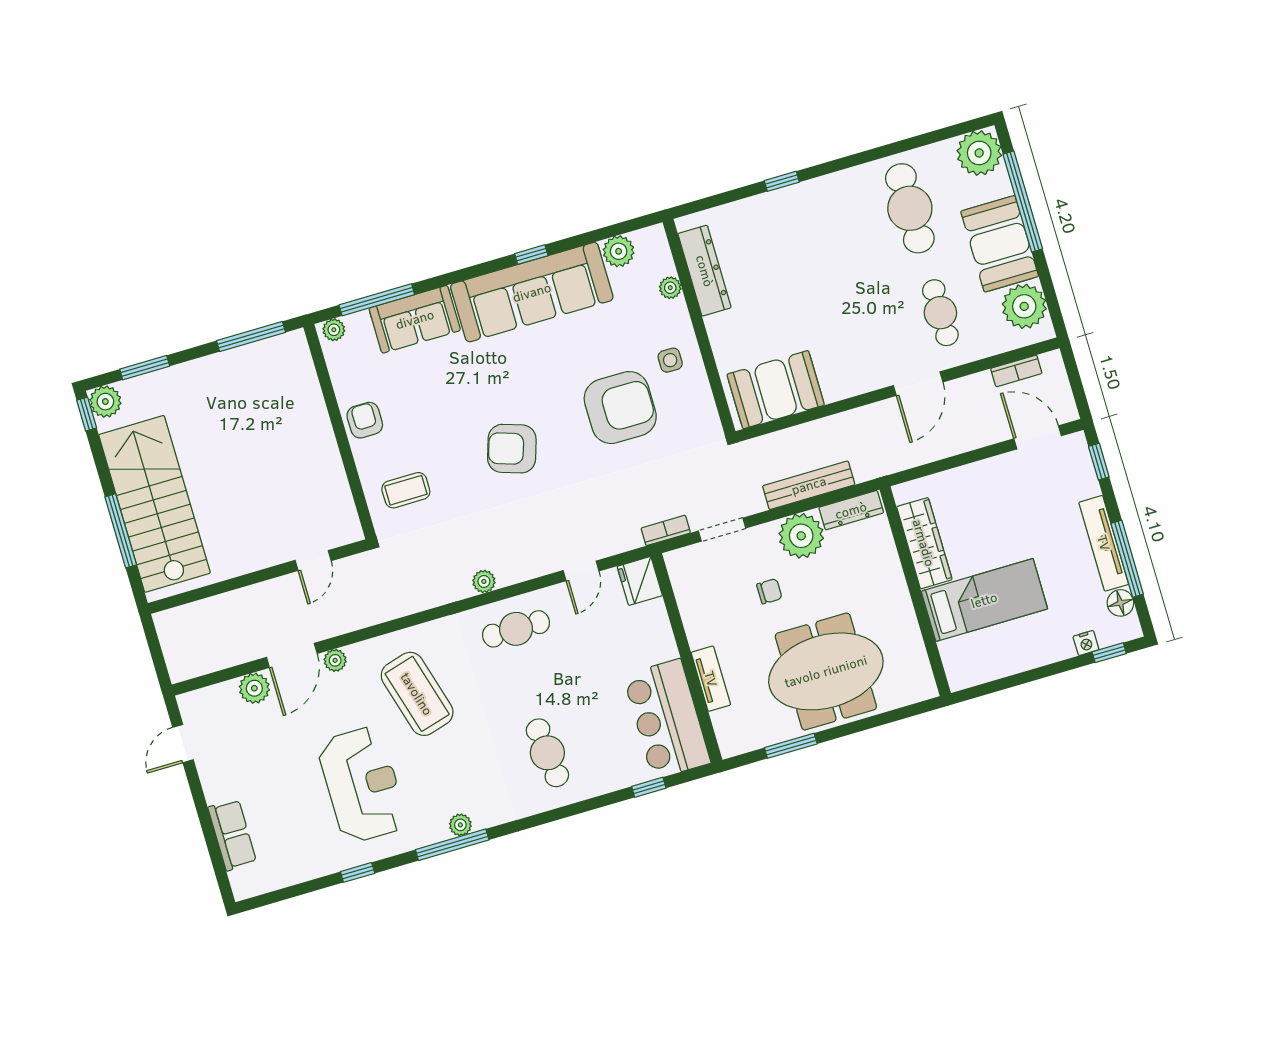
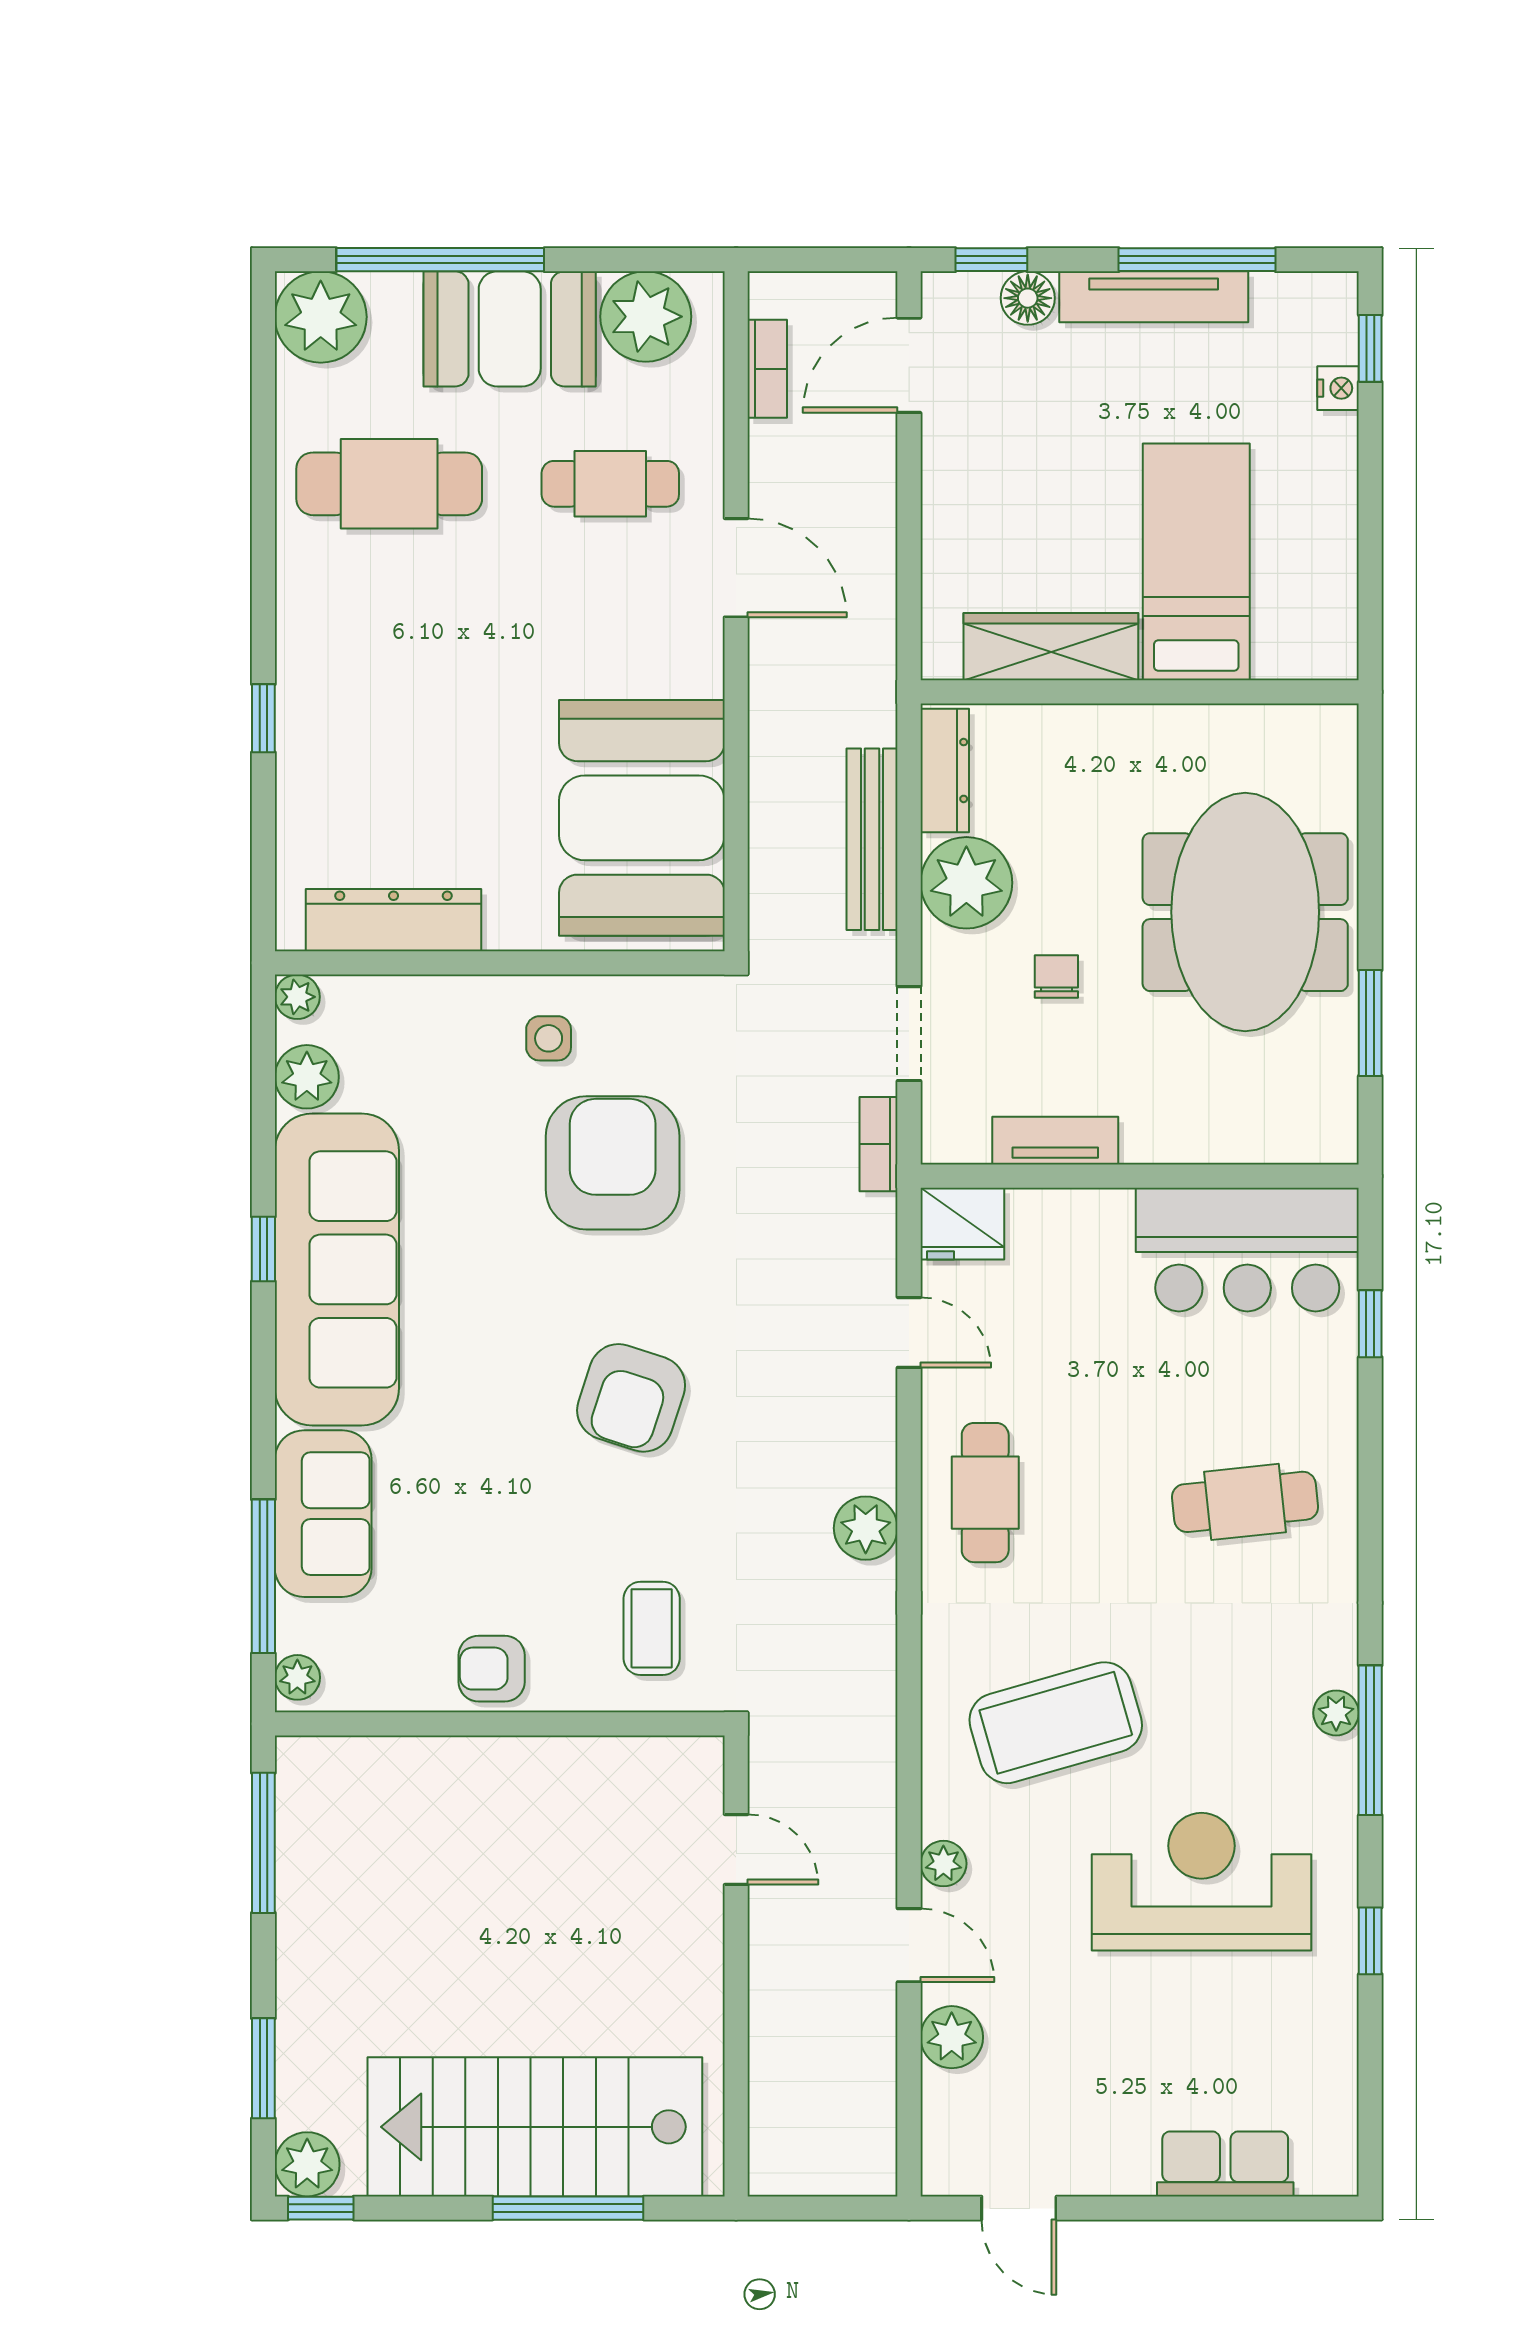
plant: (670, 288) -> (297, 997), moved
booth: (776, 390) -> (642, 818), width x1.36, depth x1.42
plant: (484, 581) -> (866, 1528), width x1.38, depth x1.38
floor lamp: (1120, 603) -> (1028, 298), moved
door: (292, 655) -> (909, 1945), width x0.73
tv unit: (711, 679) -> (1055, 1141), moved

